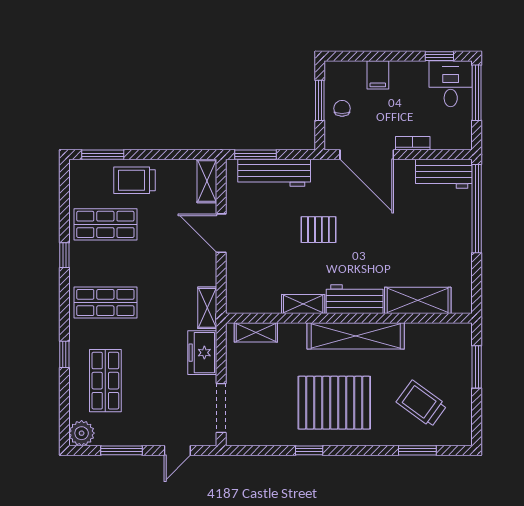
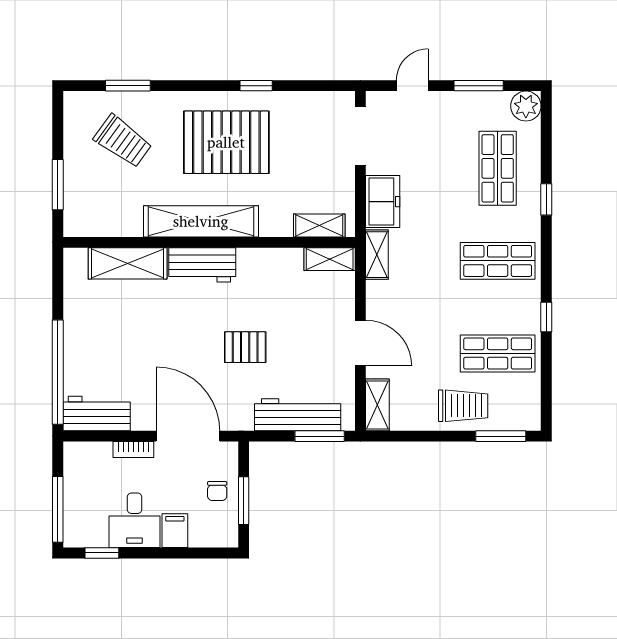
desk: (451, 84) -> (135, 520), moved
shelving: (303, 304) -> (330, 259), moved

